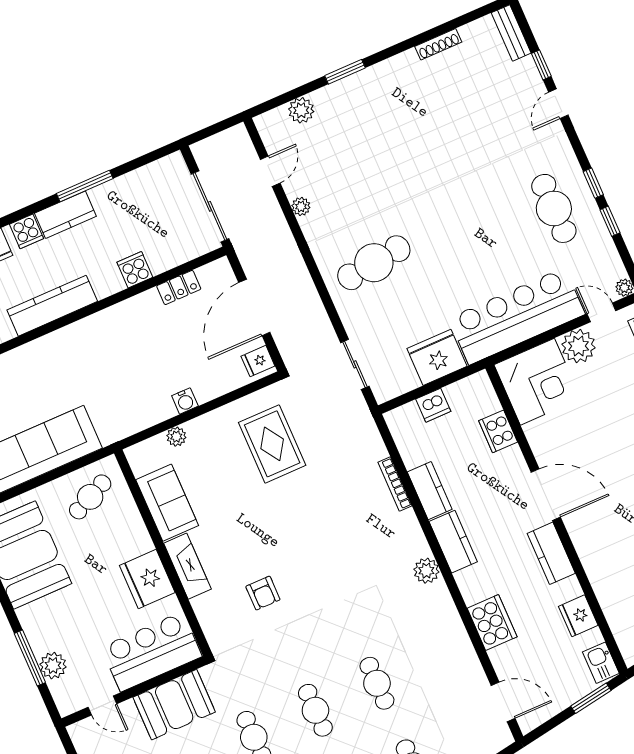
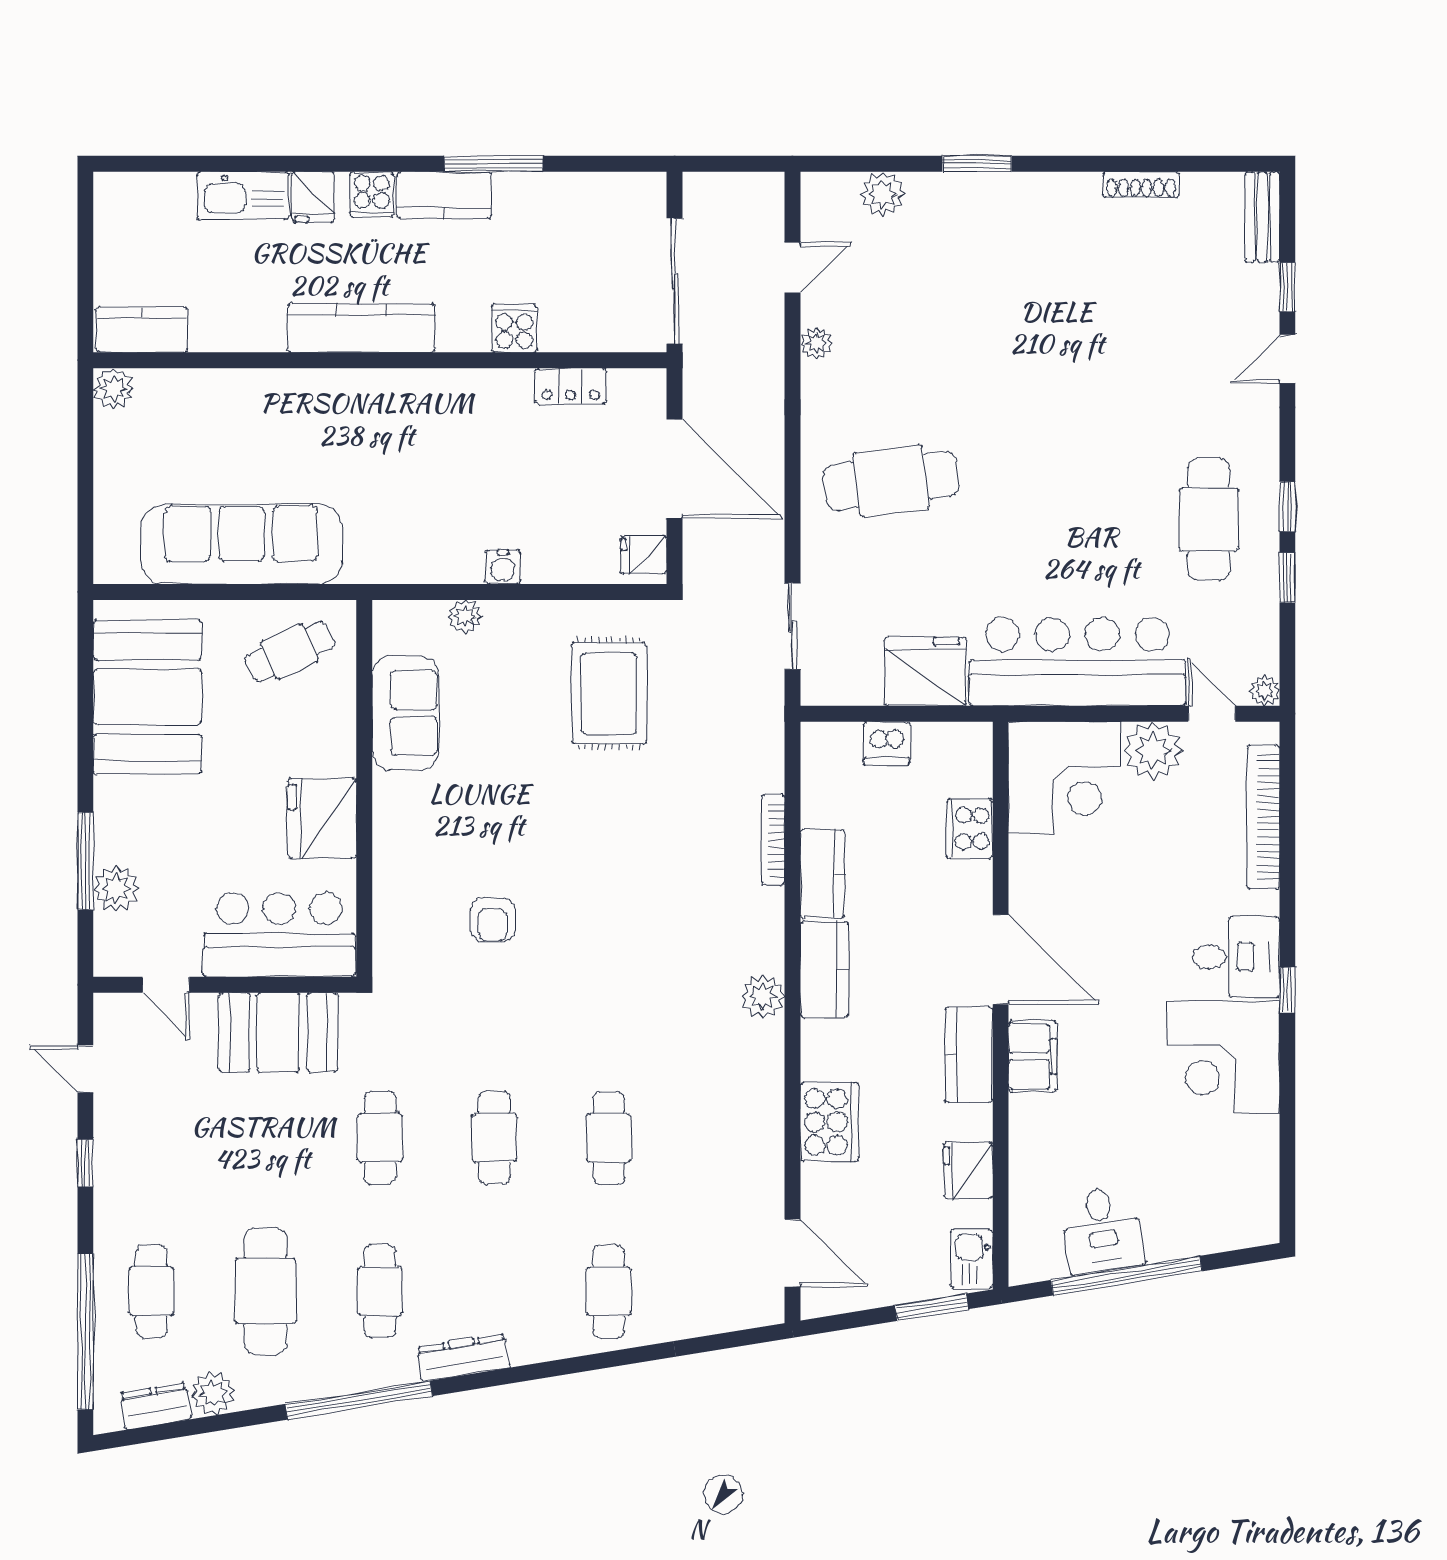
door: (254, 307) -> (675, 469), swing flipped
filing cabinet: (586, 539) -> (1032, 1056), added
fireplace: (187, 566) -> (394, 826), removed

